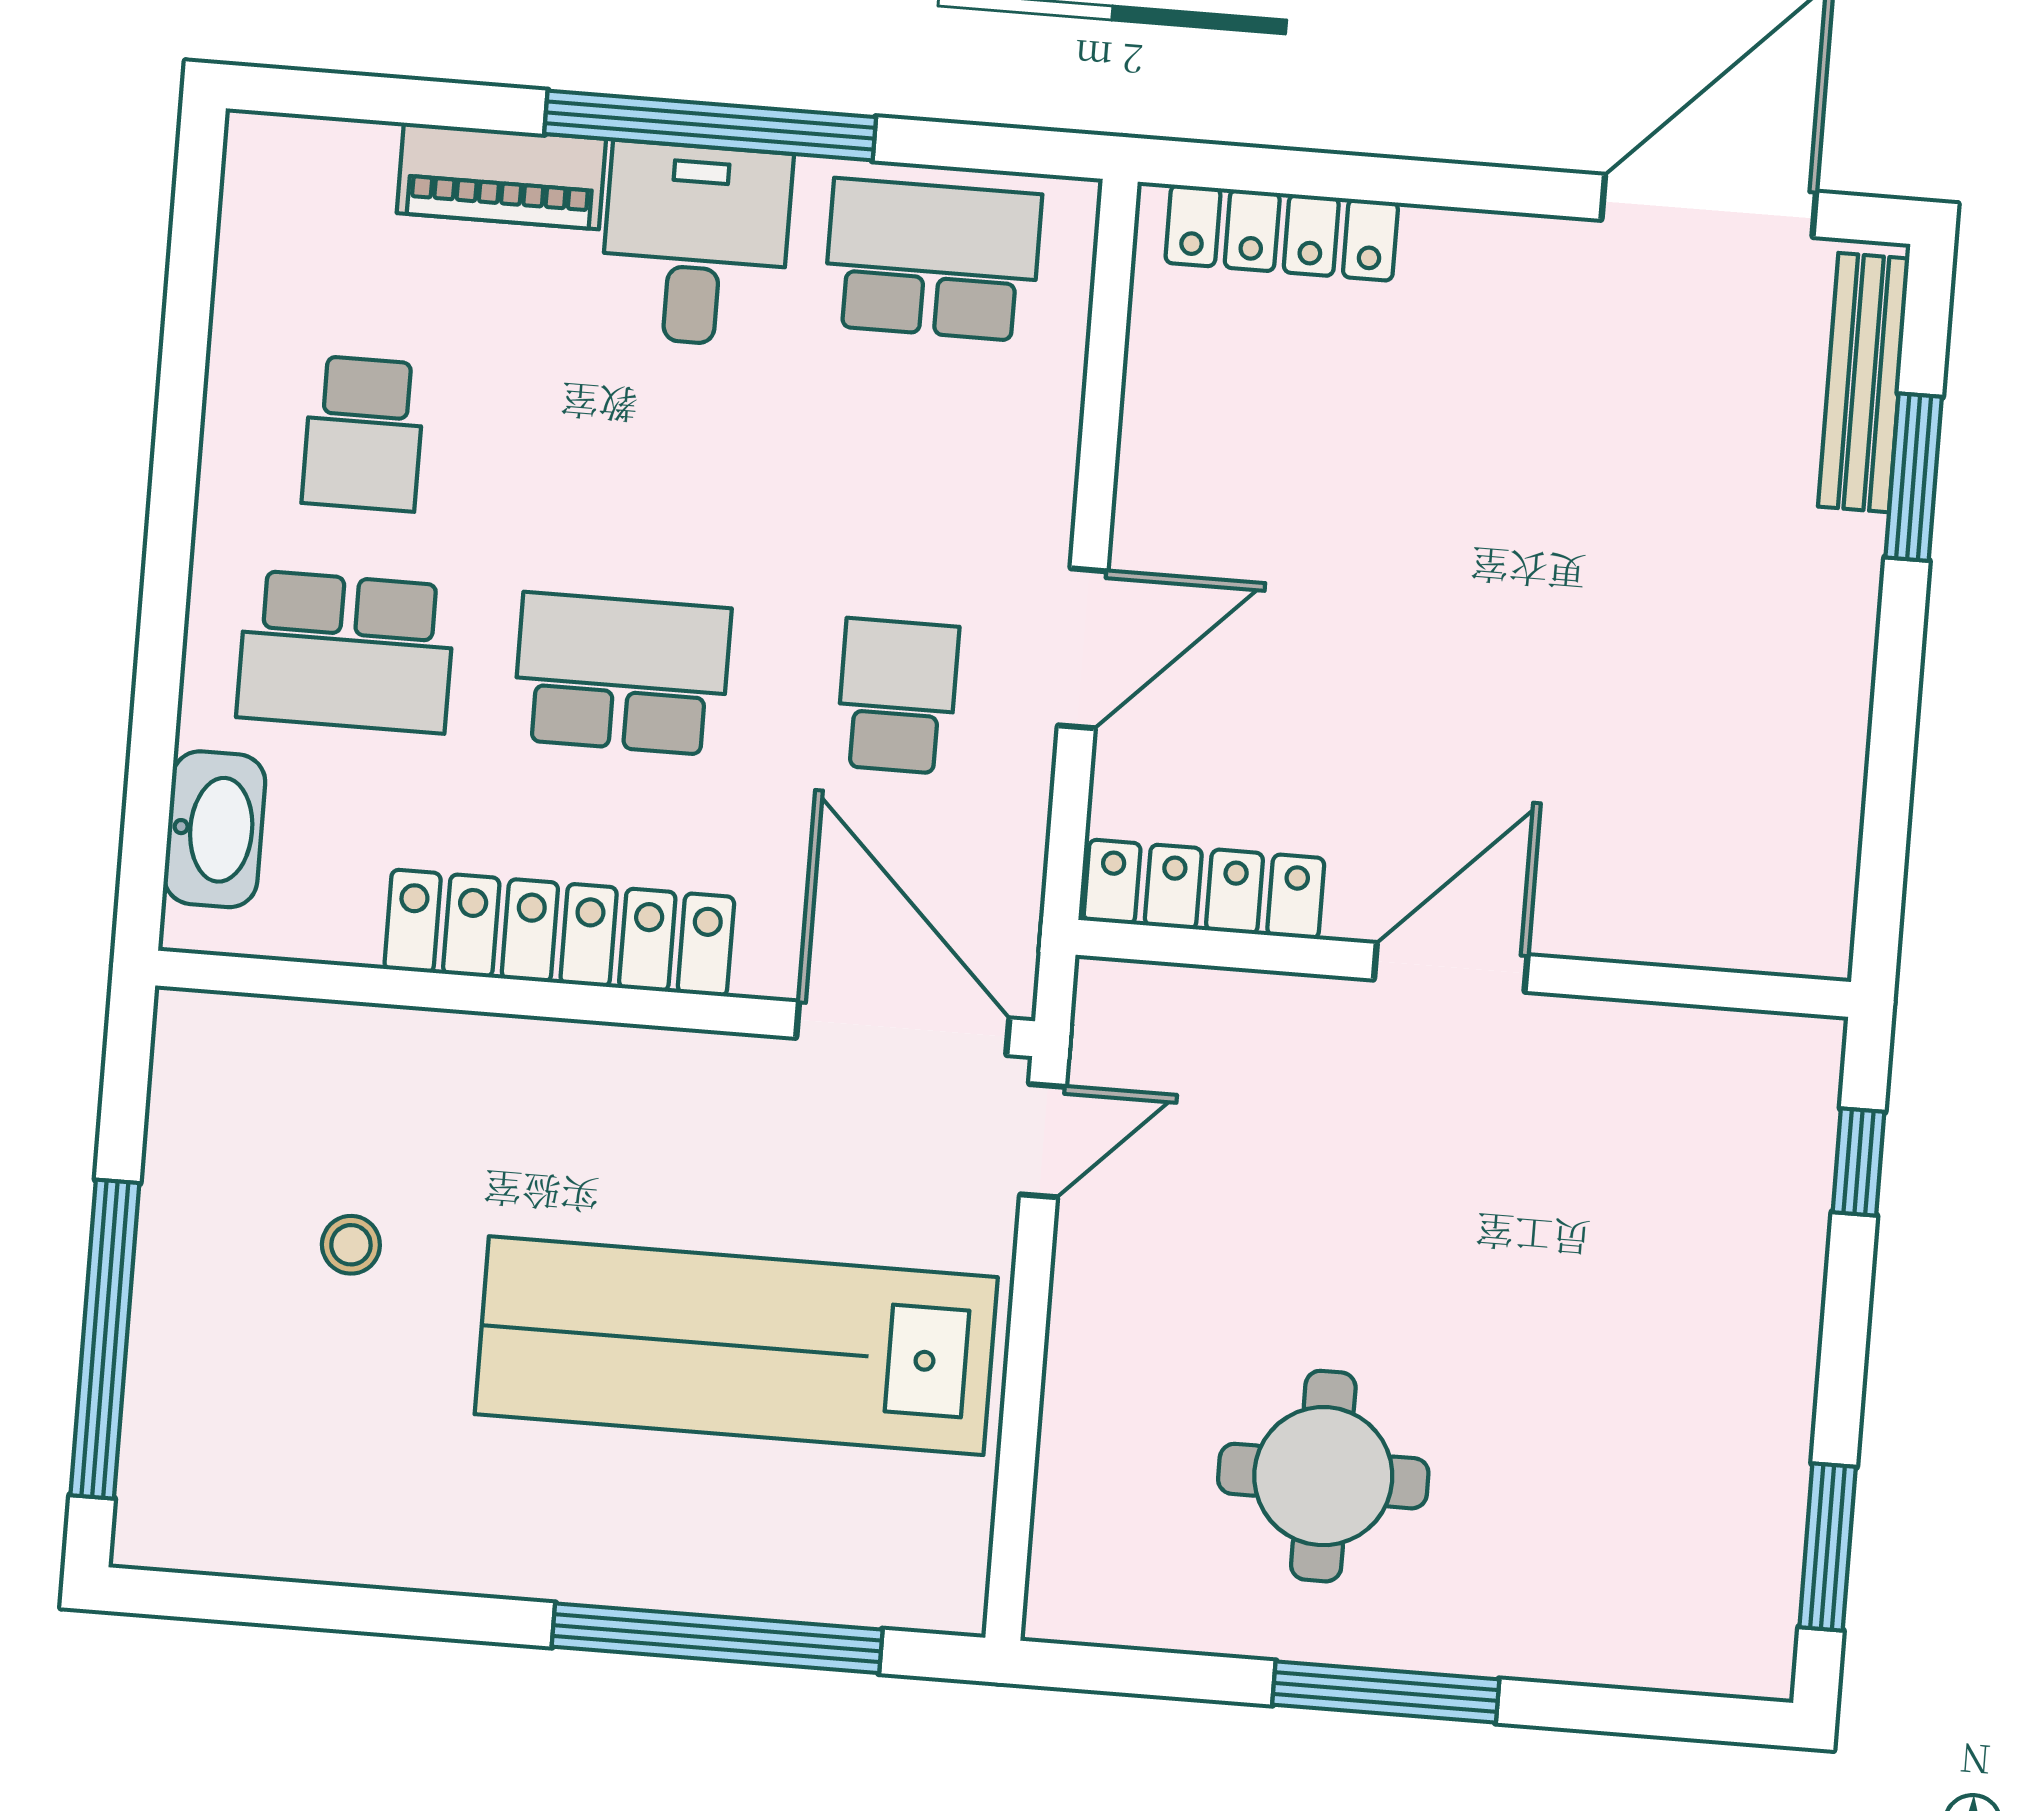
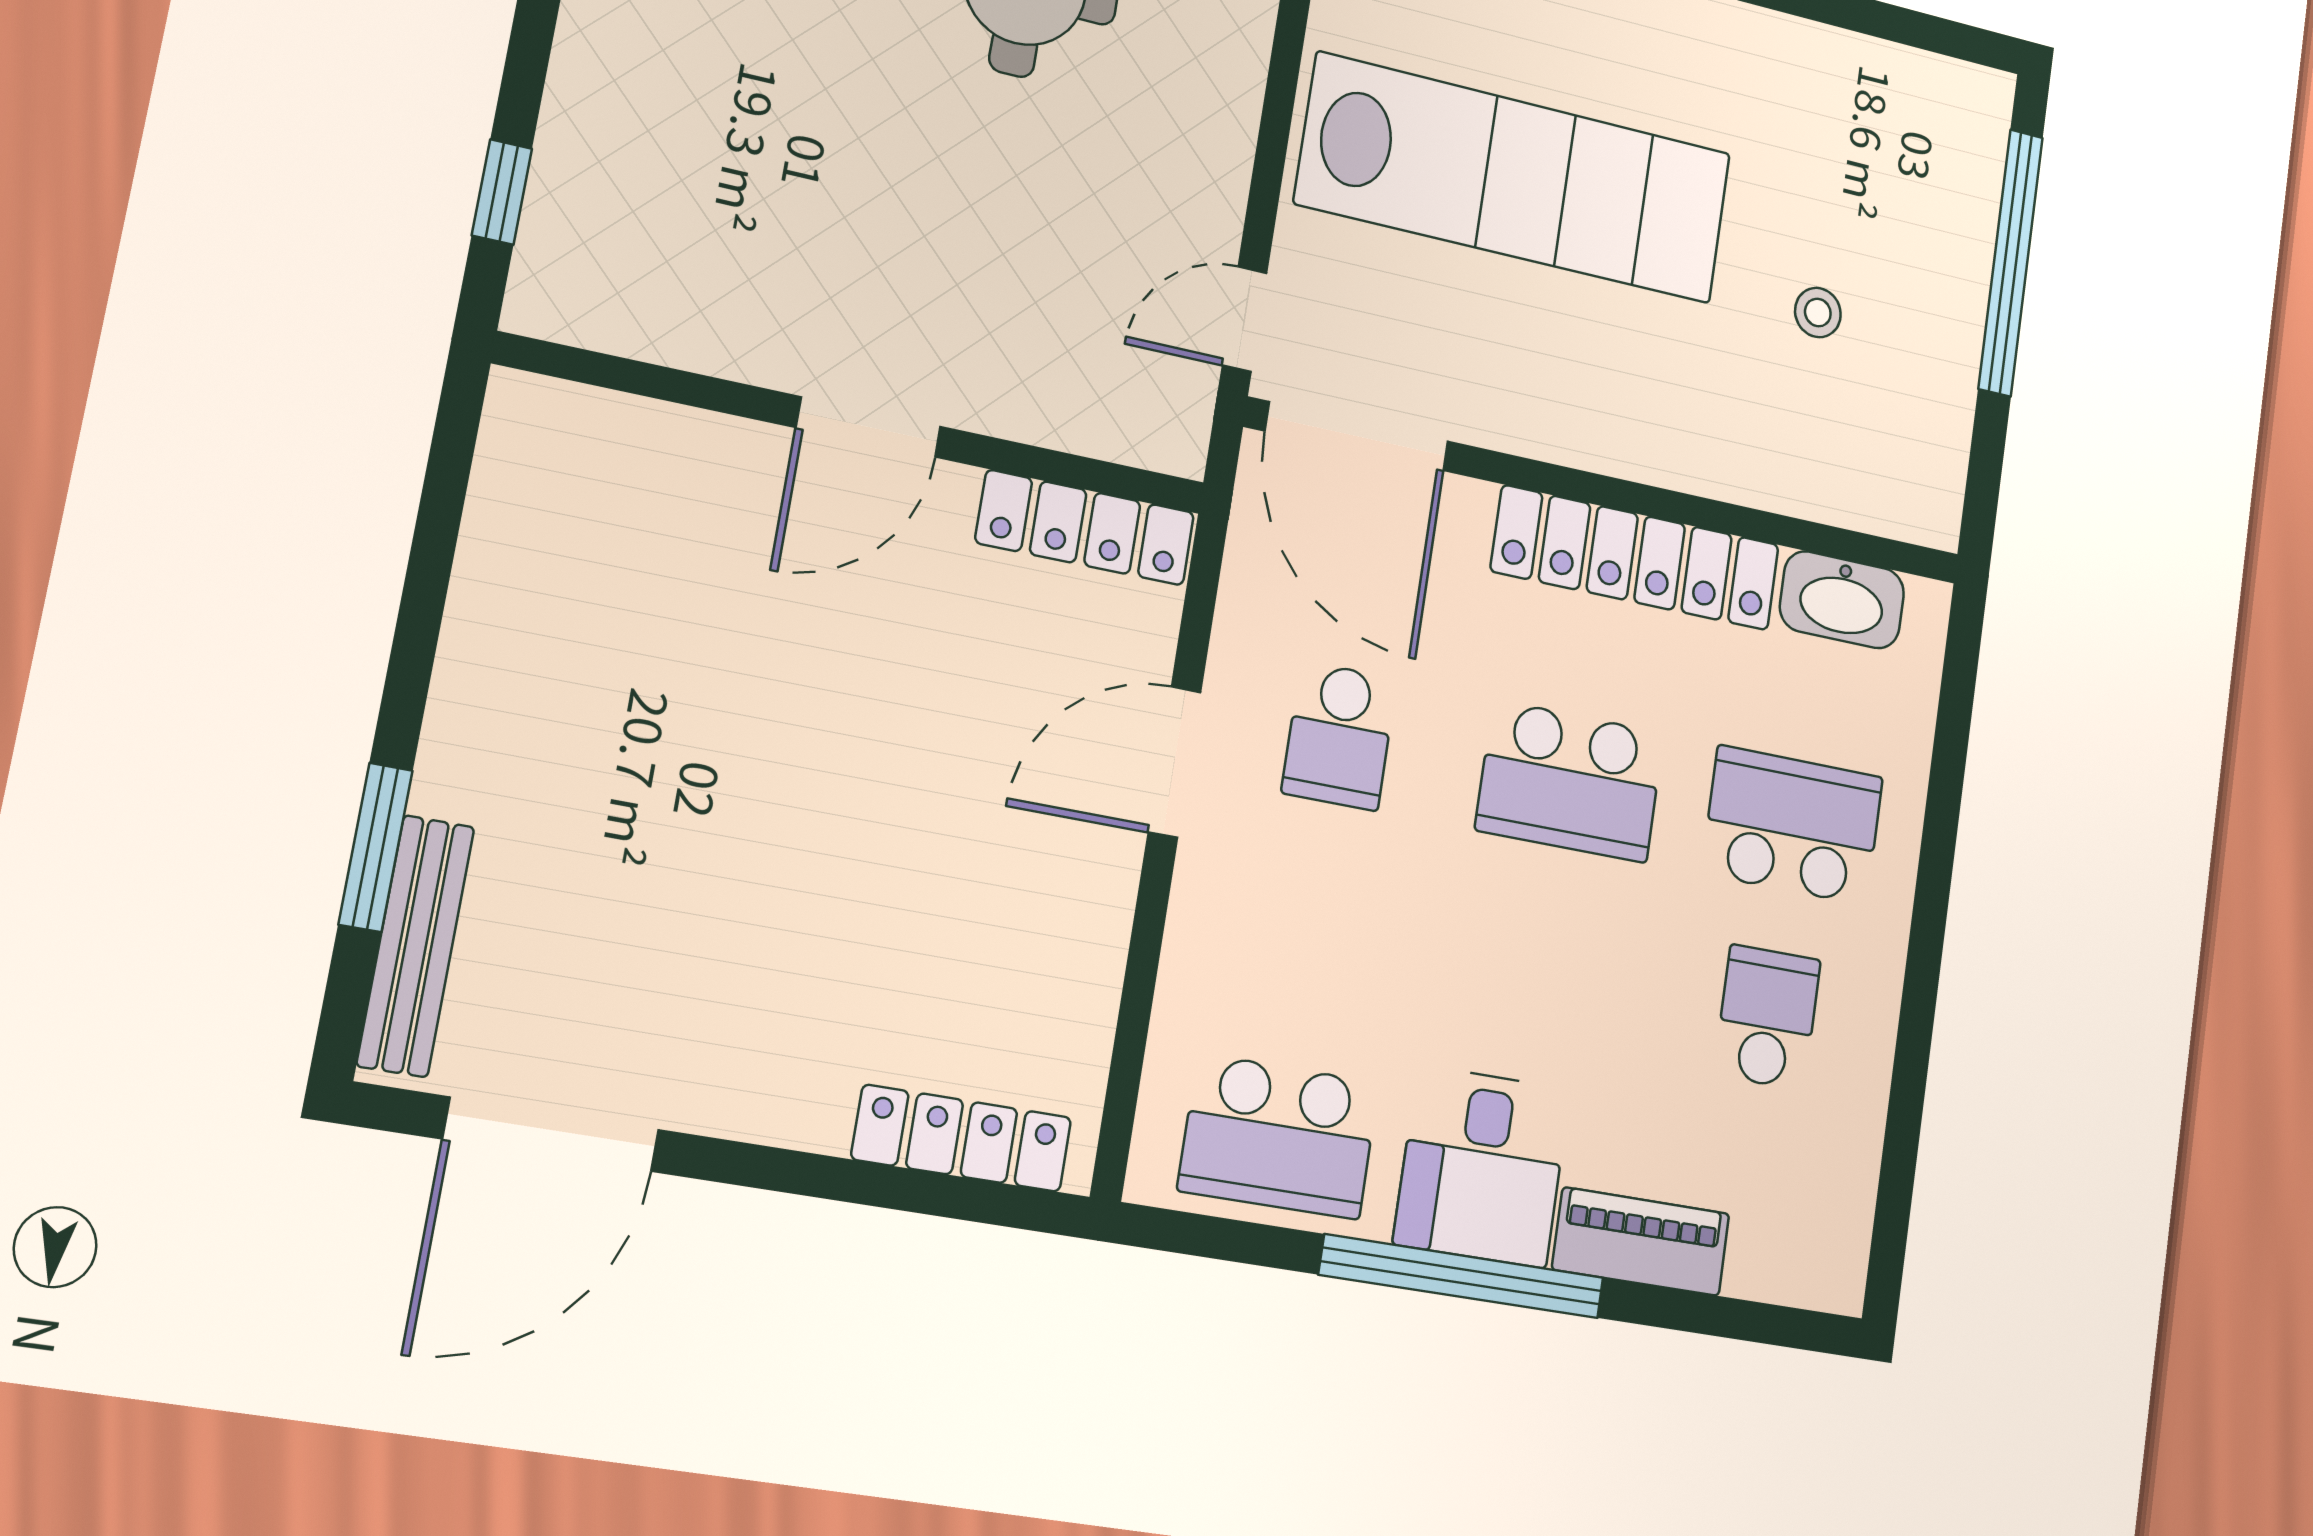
washbasin: (215, 829) -> (1842, 600), moved, turned -90

